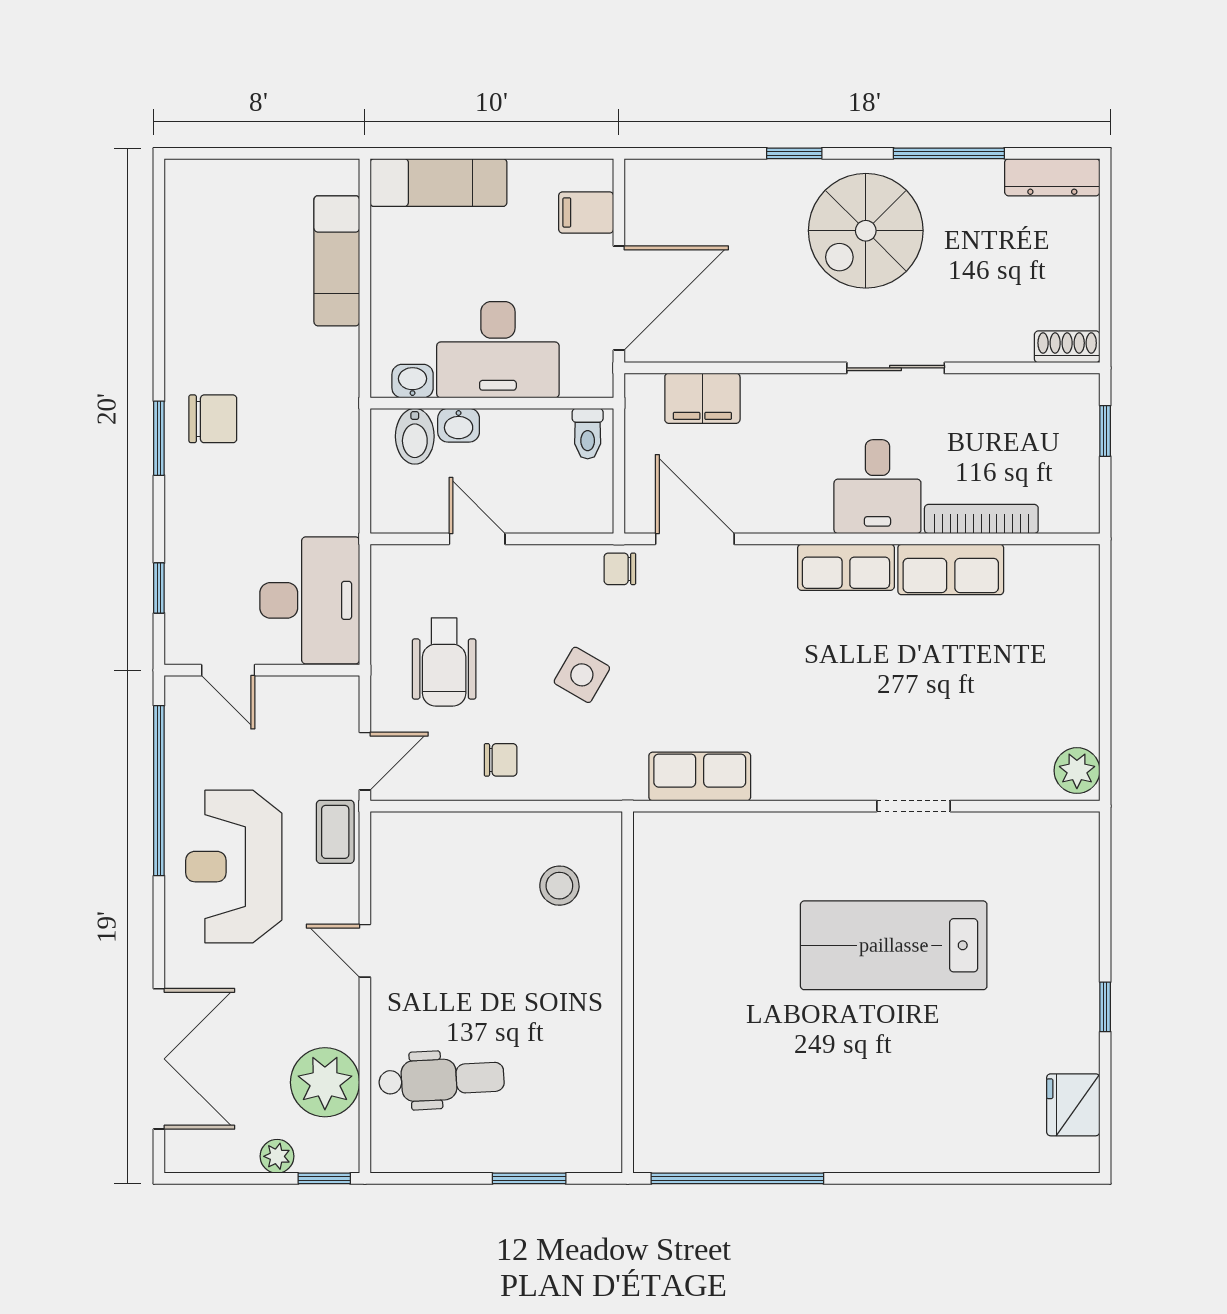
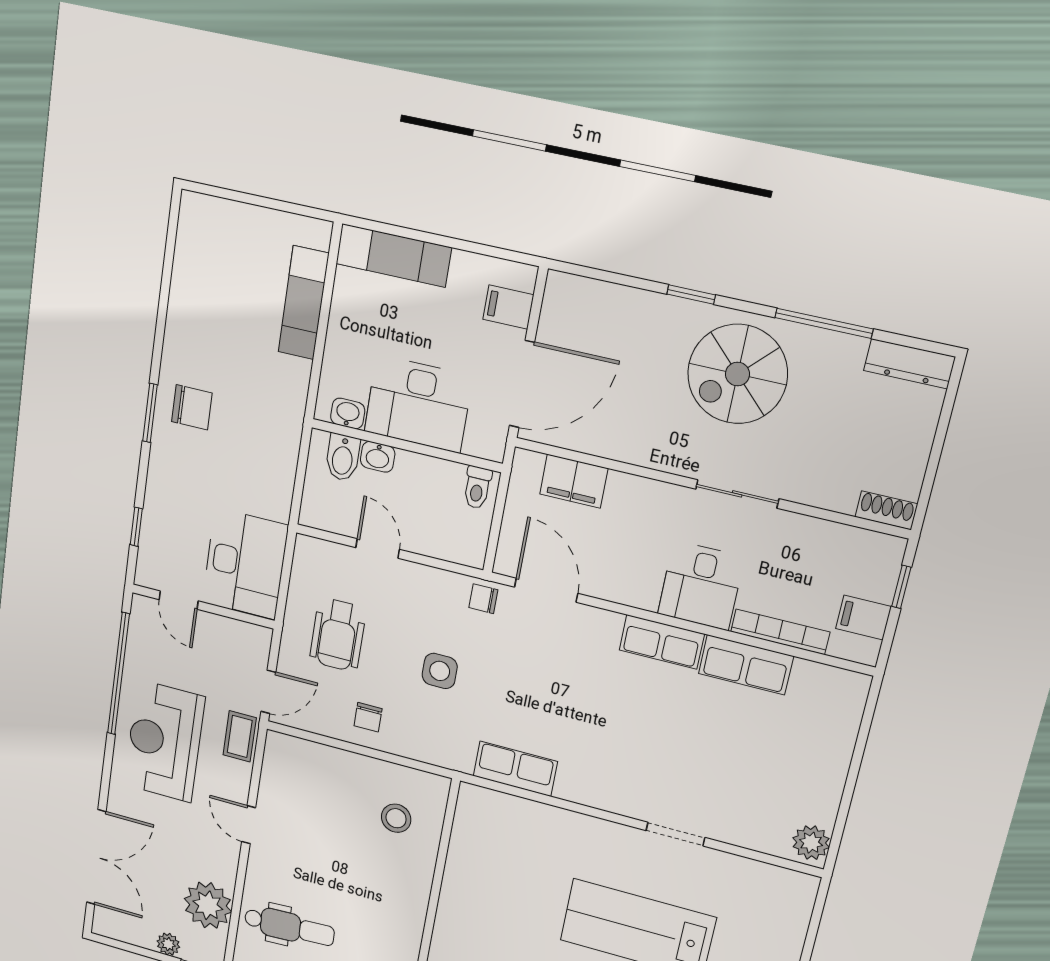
filing cabinet: (1072, 478) -> (863, 618), added
side table: (582, 675) -> (440, 671), turned -30
chair: (501, 760) -> (368, 717), turned 90

